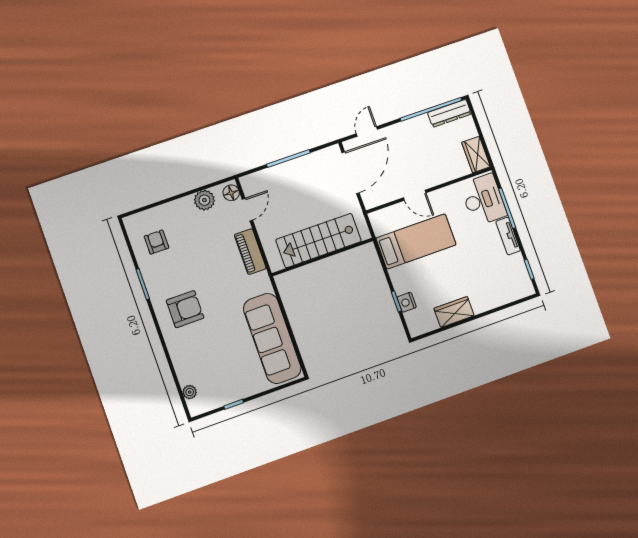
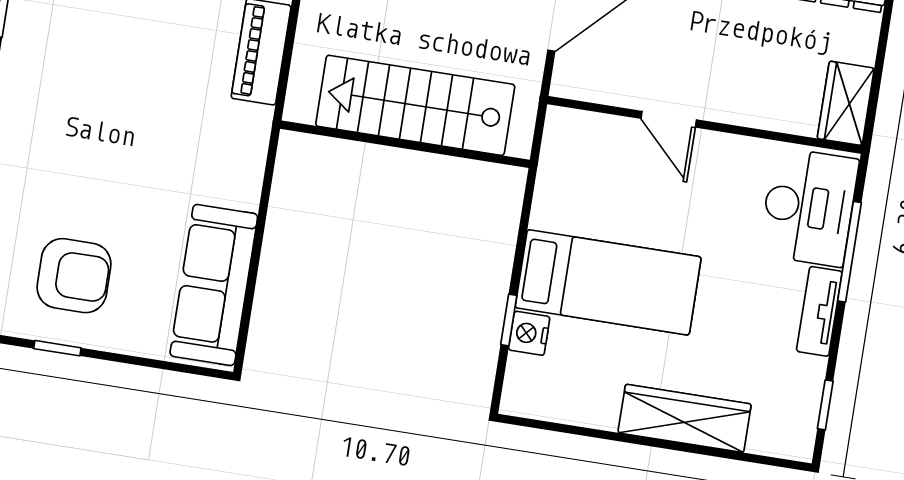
bed: (416, 241) -> (608, 282), moved
armchair: (185, 309) -> (74, 276), moved
wardrobe: (454, 312) -> (685, 418), moved, width x1.50
sofa: (272, 338) -> (214, 285), width x0.74, depth x0.79

